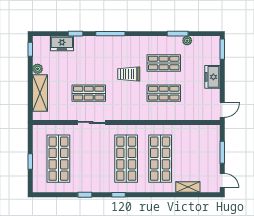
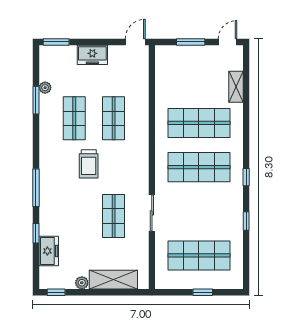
door: (222, 110) -> (135, 42), hinge flipped

